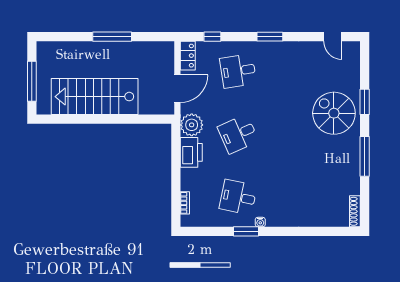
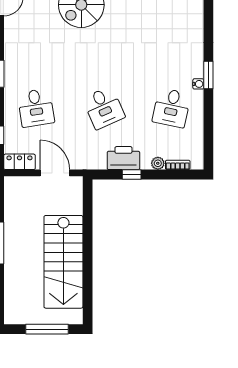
plant: (192, 125) -> (158, 163), moved, width x0.53, depth x0.53
window: (176, 160) -> (132, 175), added
window: (246, 231) -> (208, 75), moved

